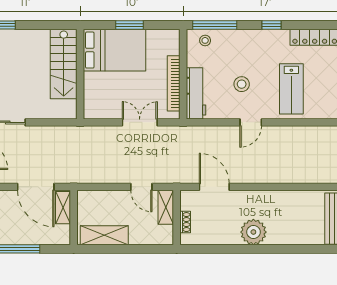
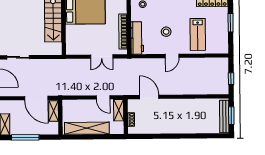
double door: (140, 122) -> (102, 57), swing flipped
plant: (253, 232) -> (174, 125), removed
shelving: (104, 235) -> (87, 128), width x1.47

